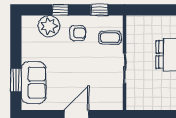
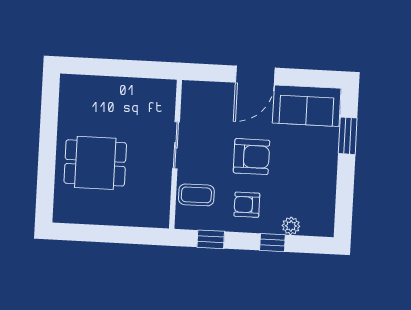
plant: (49, 26) -> (291, 226), width x0.53, depth x0.53
armchair: (76, 64) -> (252, 157), added
sofa: (34, 83) -> (307, 106), moved, turned -90

